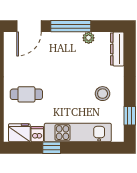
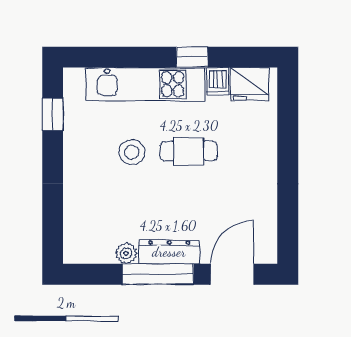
dresser: (117, 49) -> (169, 252), moved, turned -90
cafe table: (26, 94) -> (189, 151), moved
stool: (103, 94) -> (132, 152), moved

